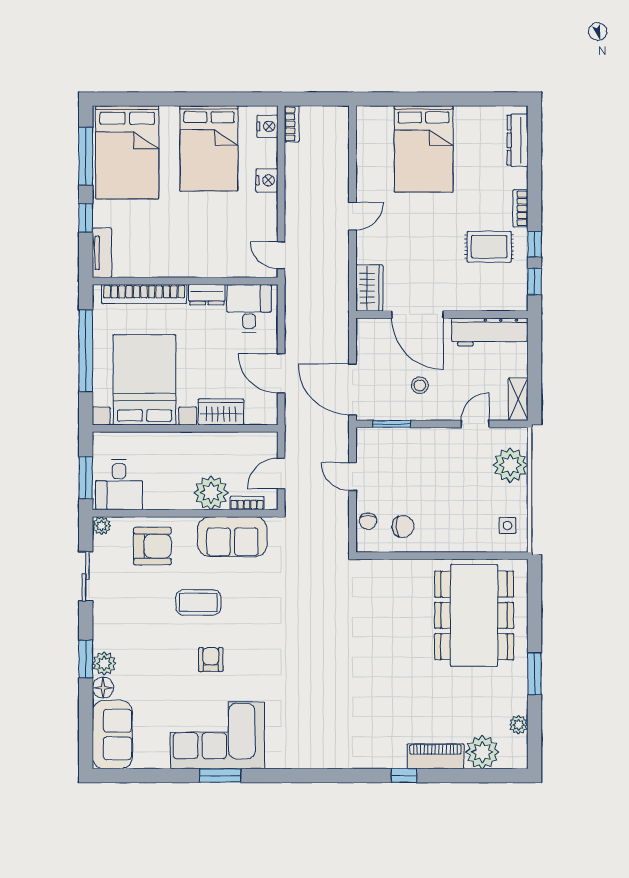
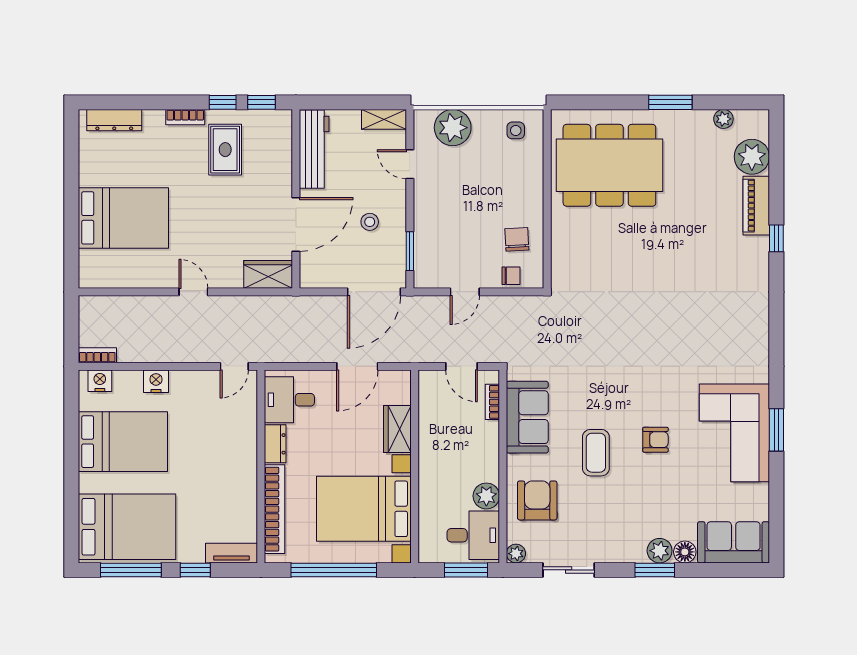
plant: (211, 493) -> (486, 496), moved, width x0.73, depth x0.73
armchair: (211, 660) -> (655, 440), turned 180

